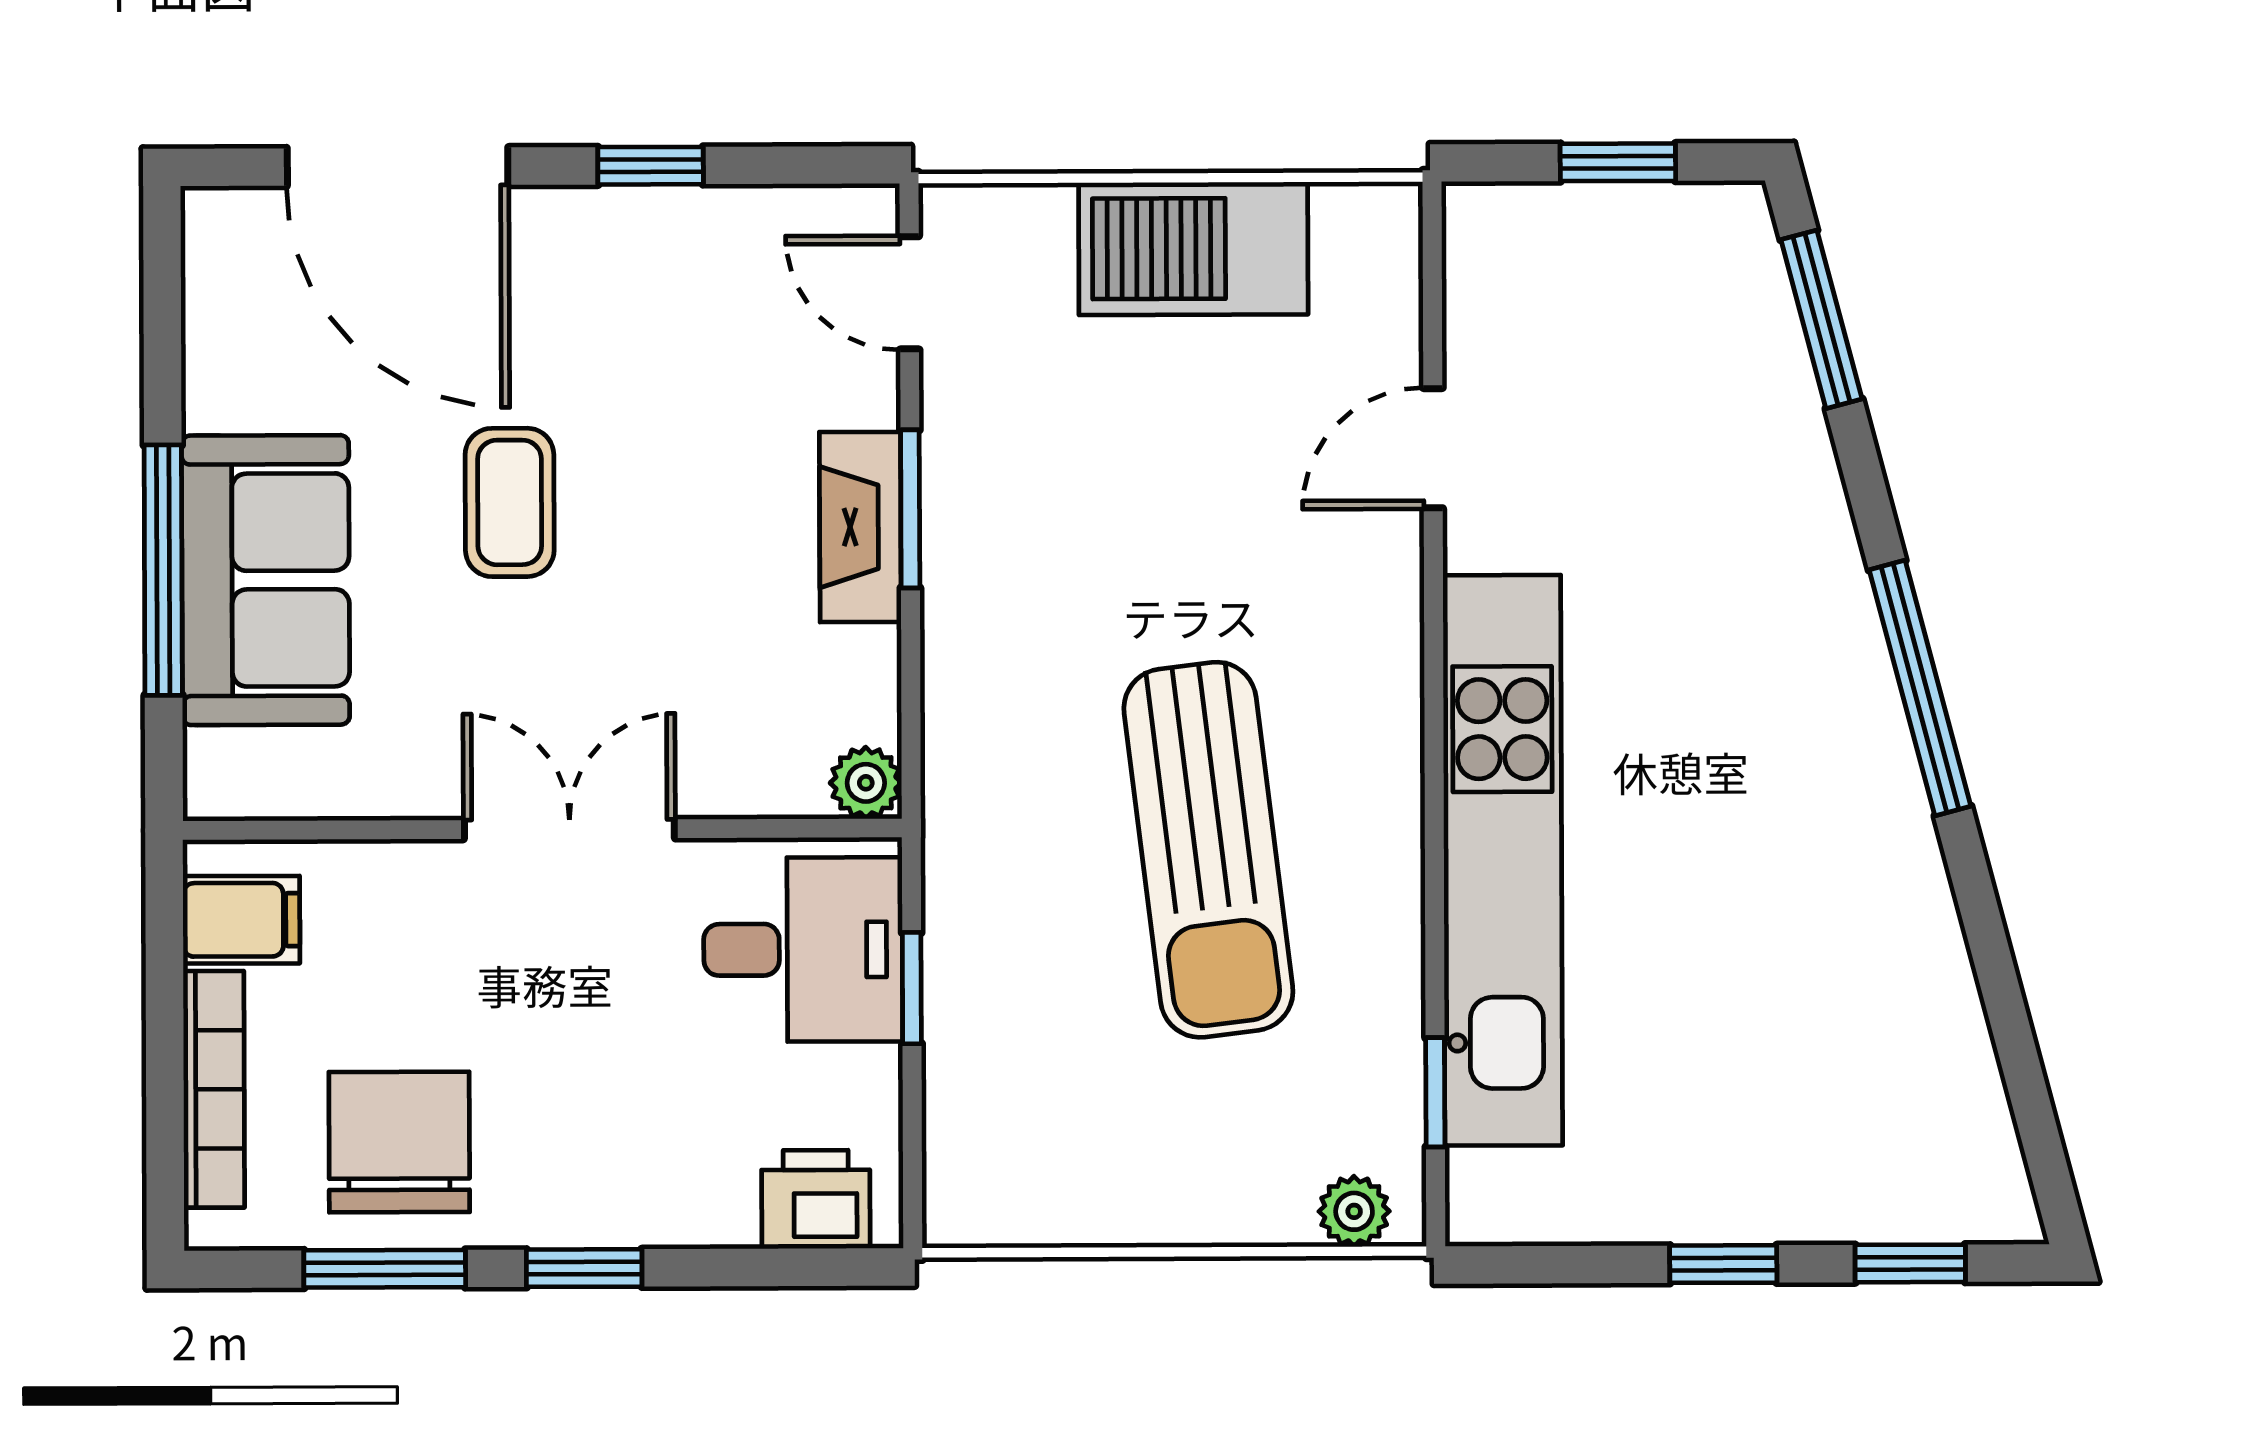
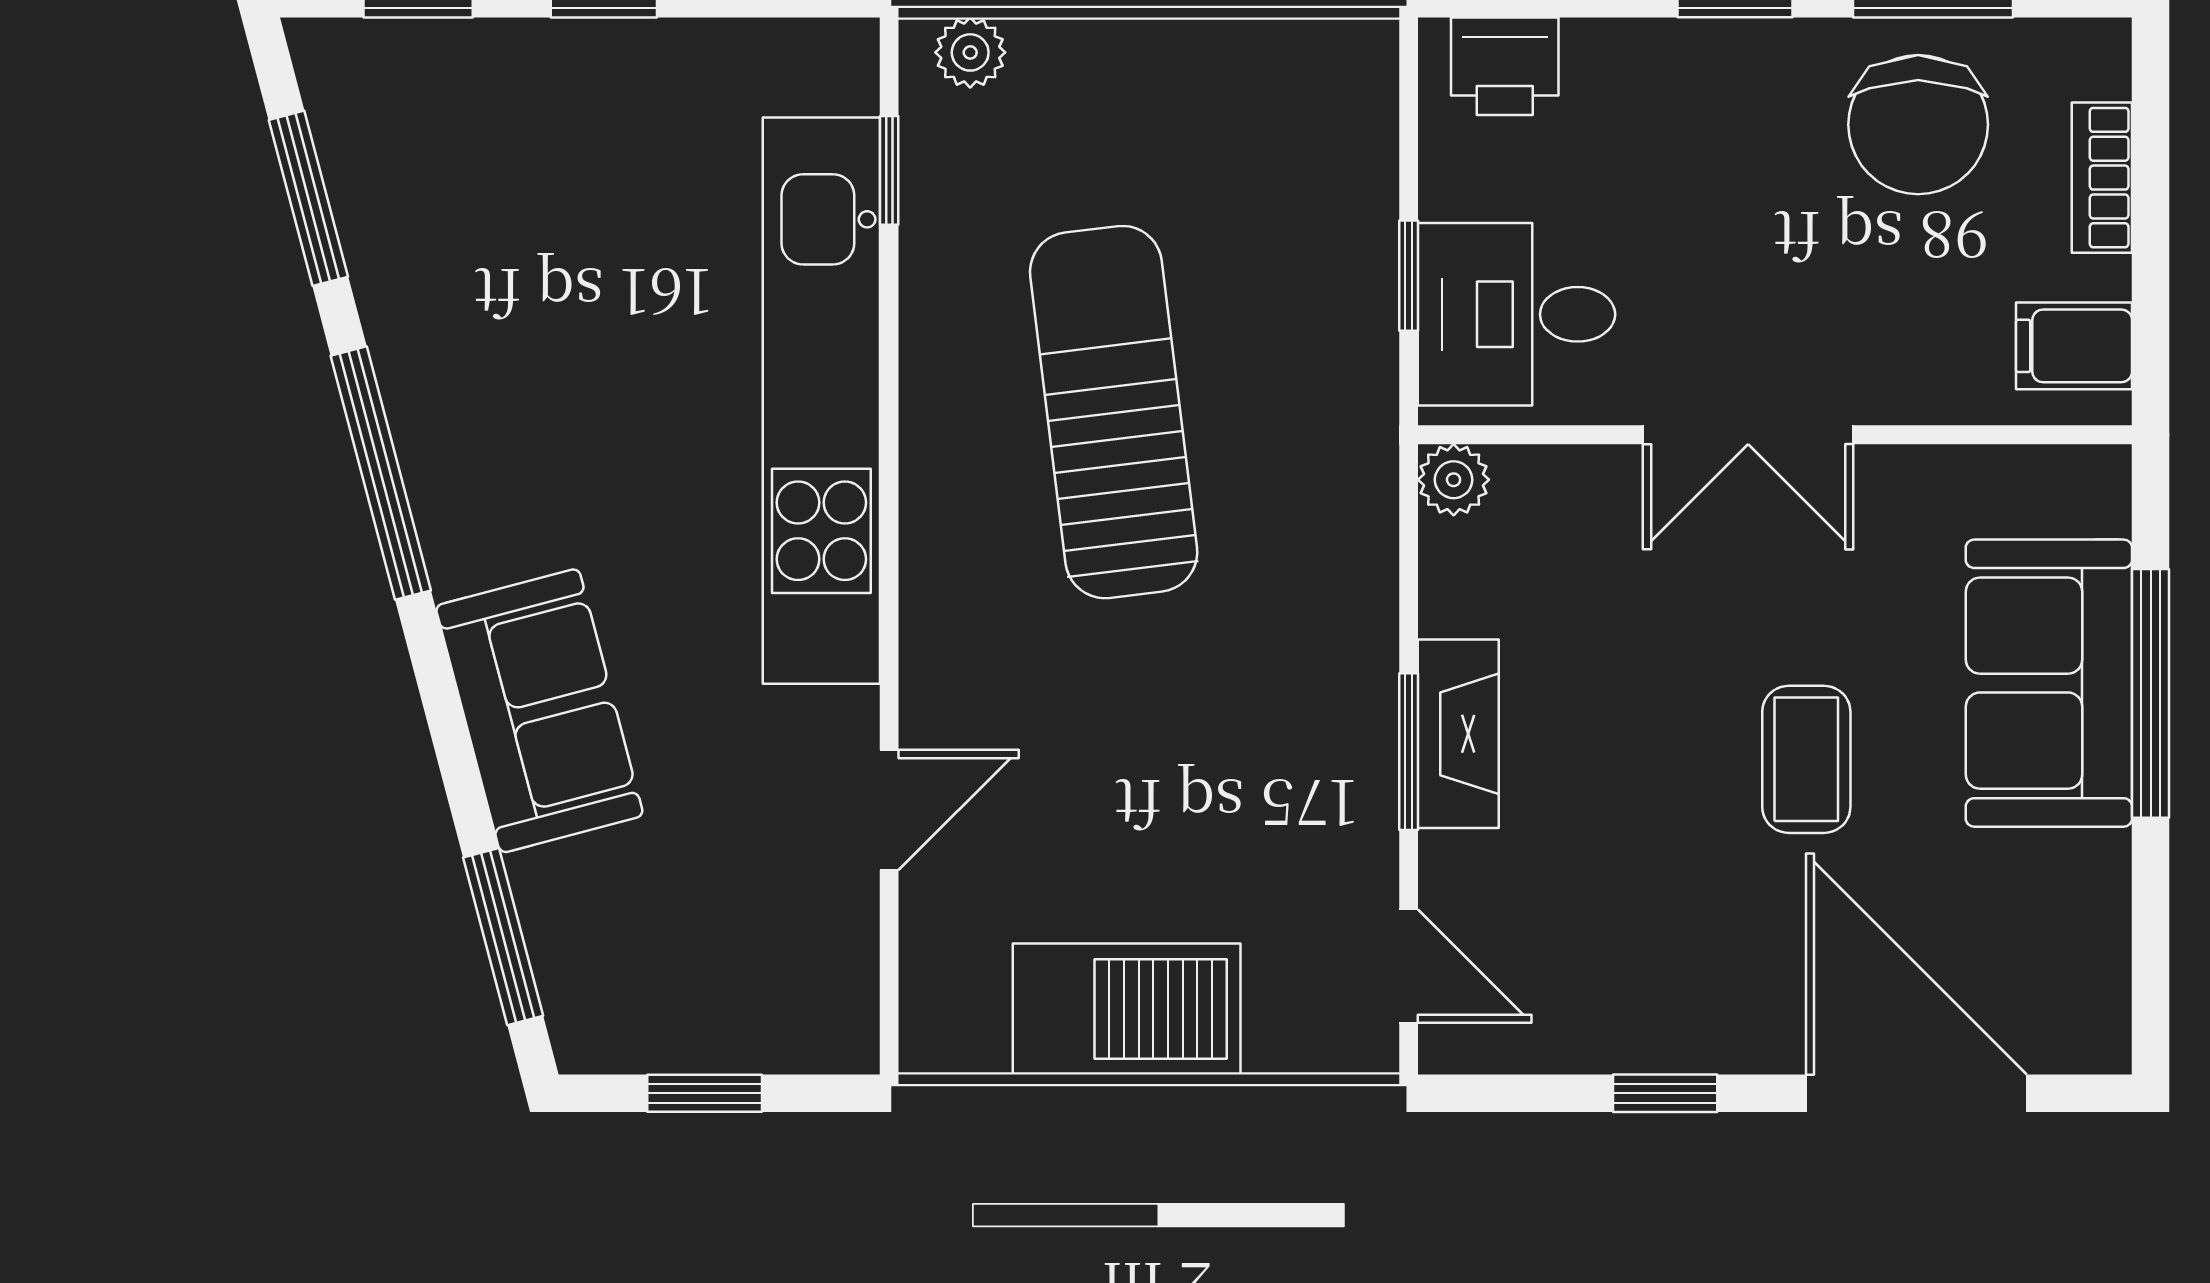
sofa: (1786, 547) -> (539, 711), added
window: (1920, 688) -> (381, 473), moved
window: (2020, 1062) -> (308, 198), added
bookcase: (214, 1089) -> (2102, 178), width x0.64

